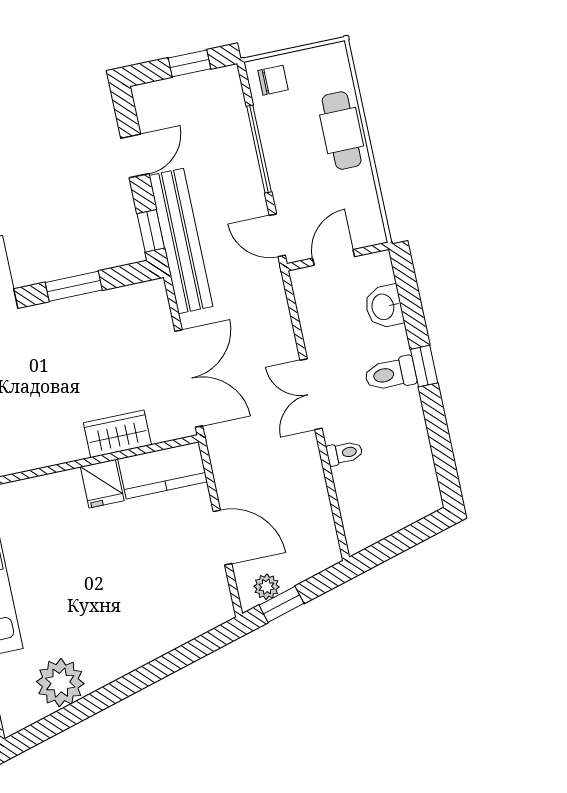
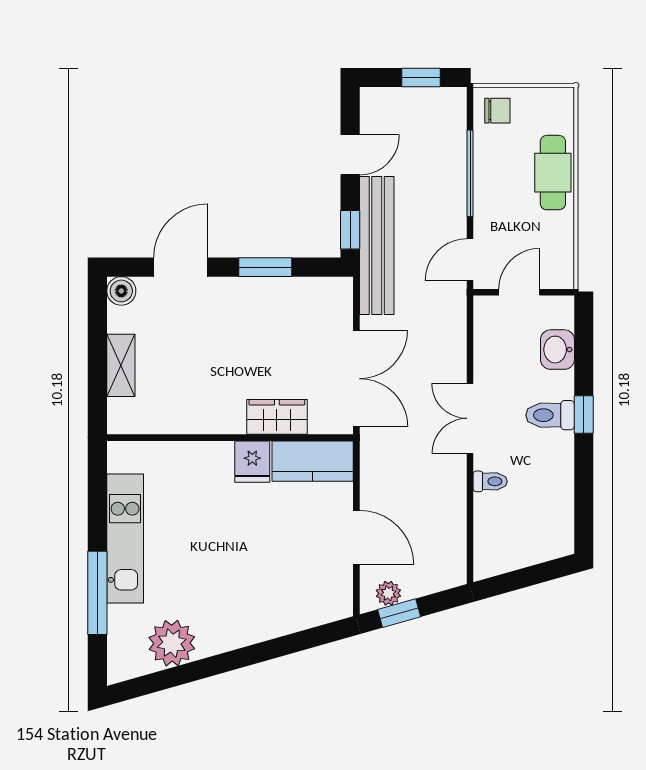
door: (277, 235) -> (470, 260), hinge flipped

